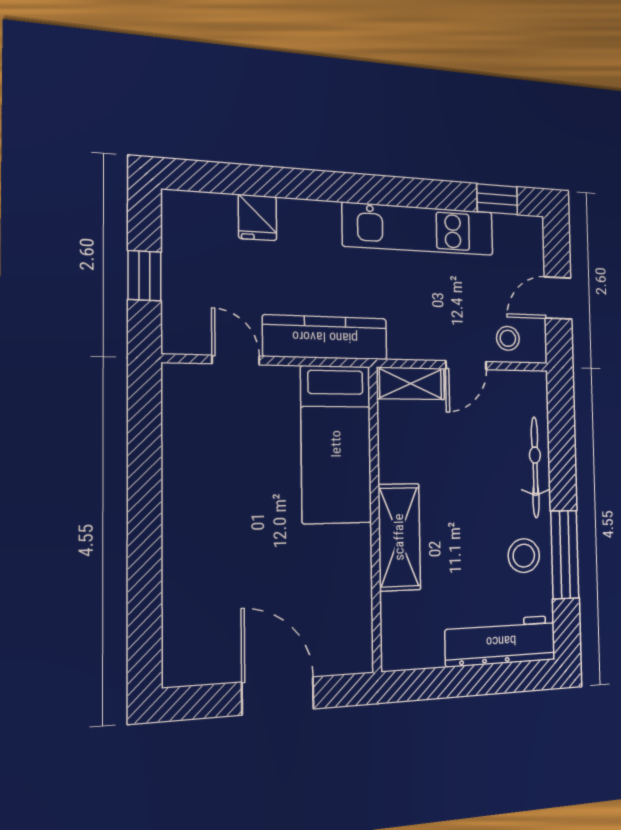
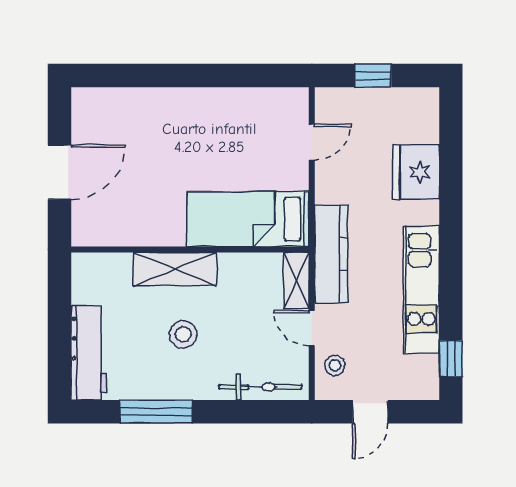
fridge: (258, 218) -> (416, 172), width x1.88, depth x1.34
door: (558, 298) -> (370, 412), swing flipped
kitchen counter: (325, 337) -> (331, 254), moved
bicycle: (535, 467) -> (260, 387), moved
stool: (524, 556) -> (183, 334), moved

